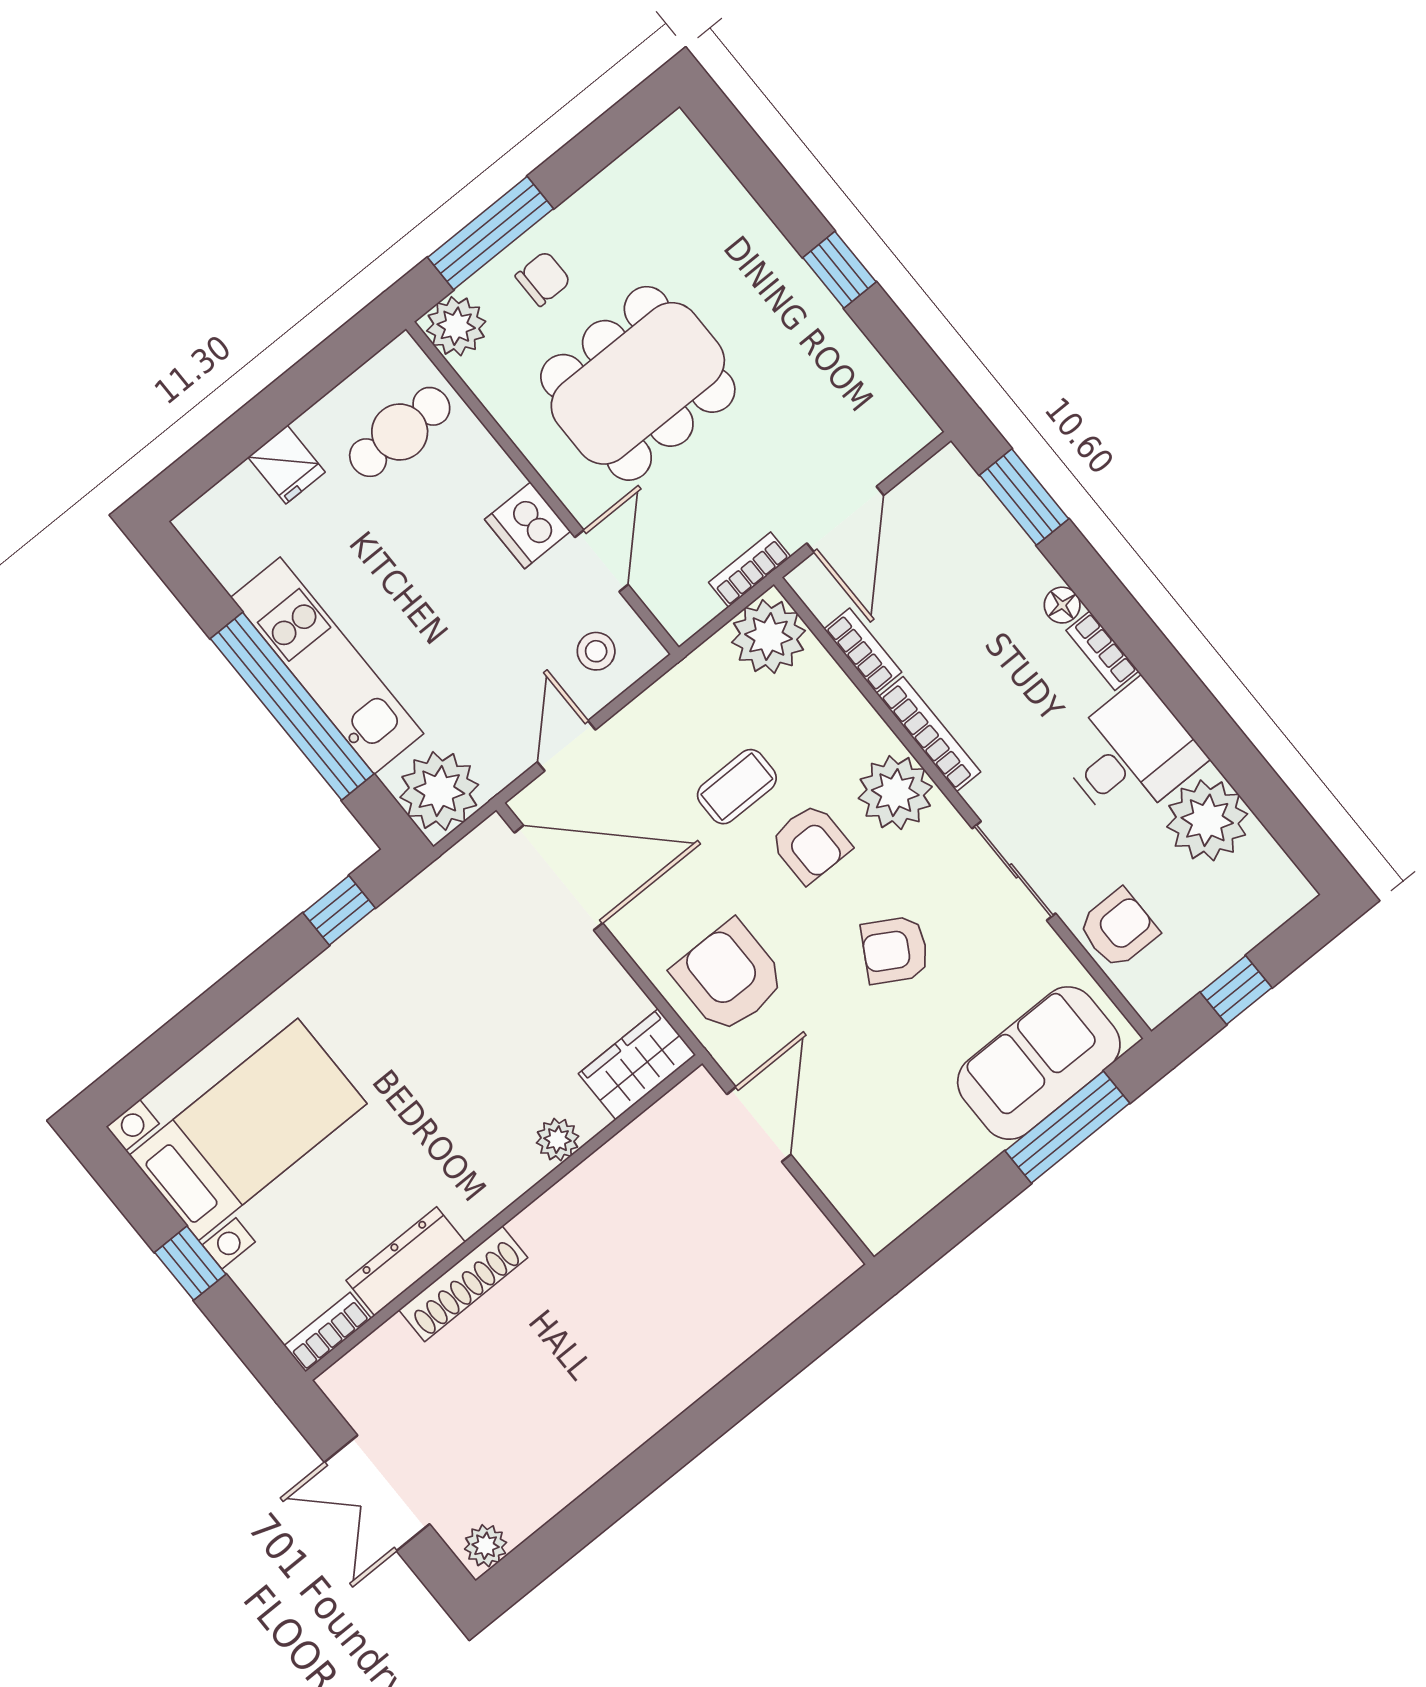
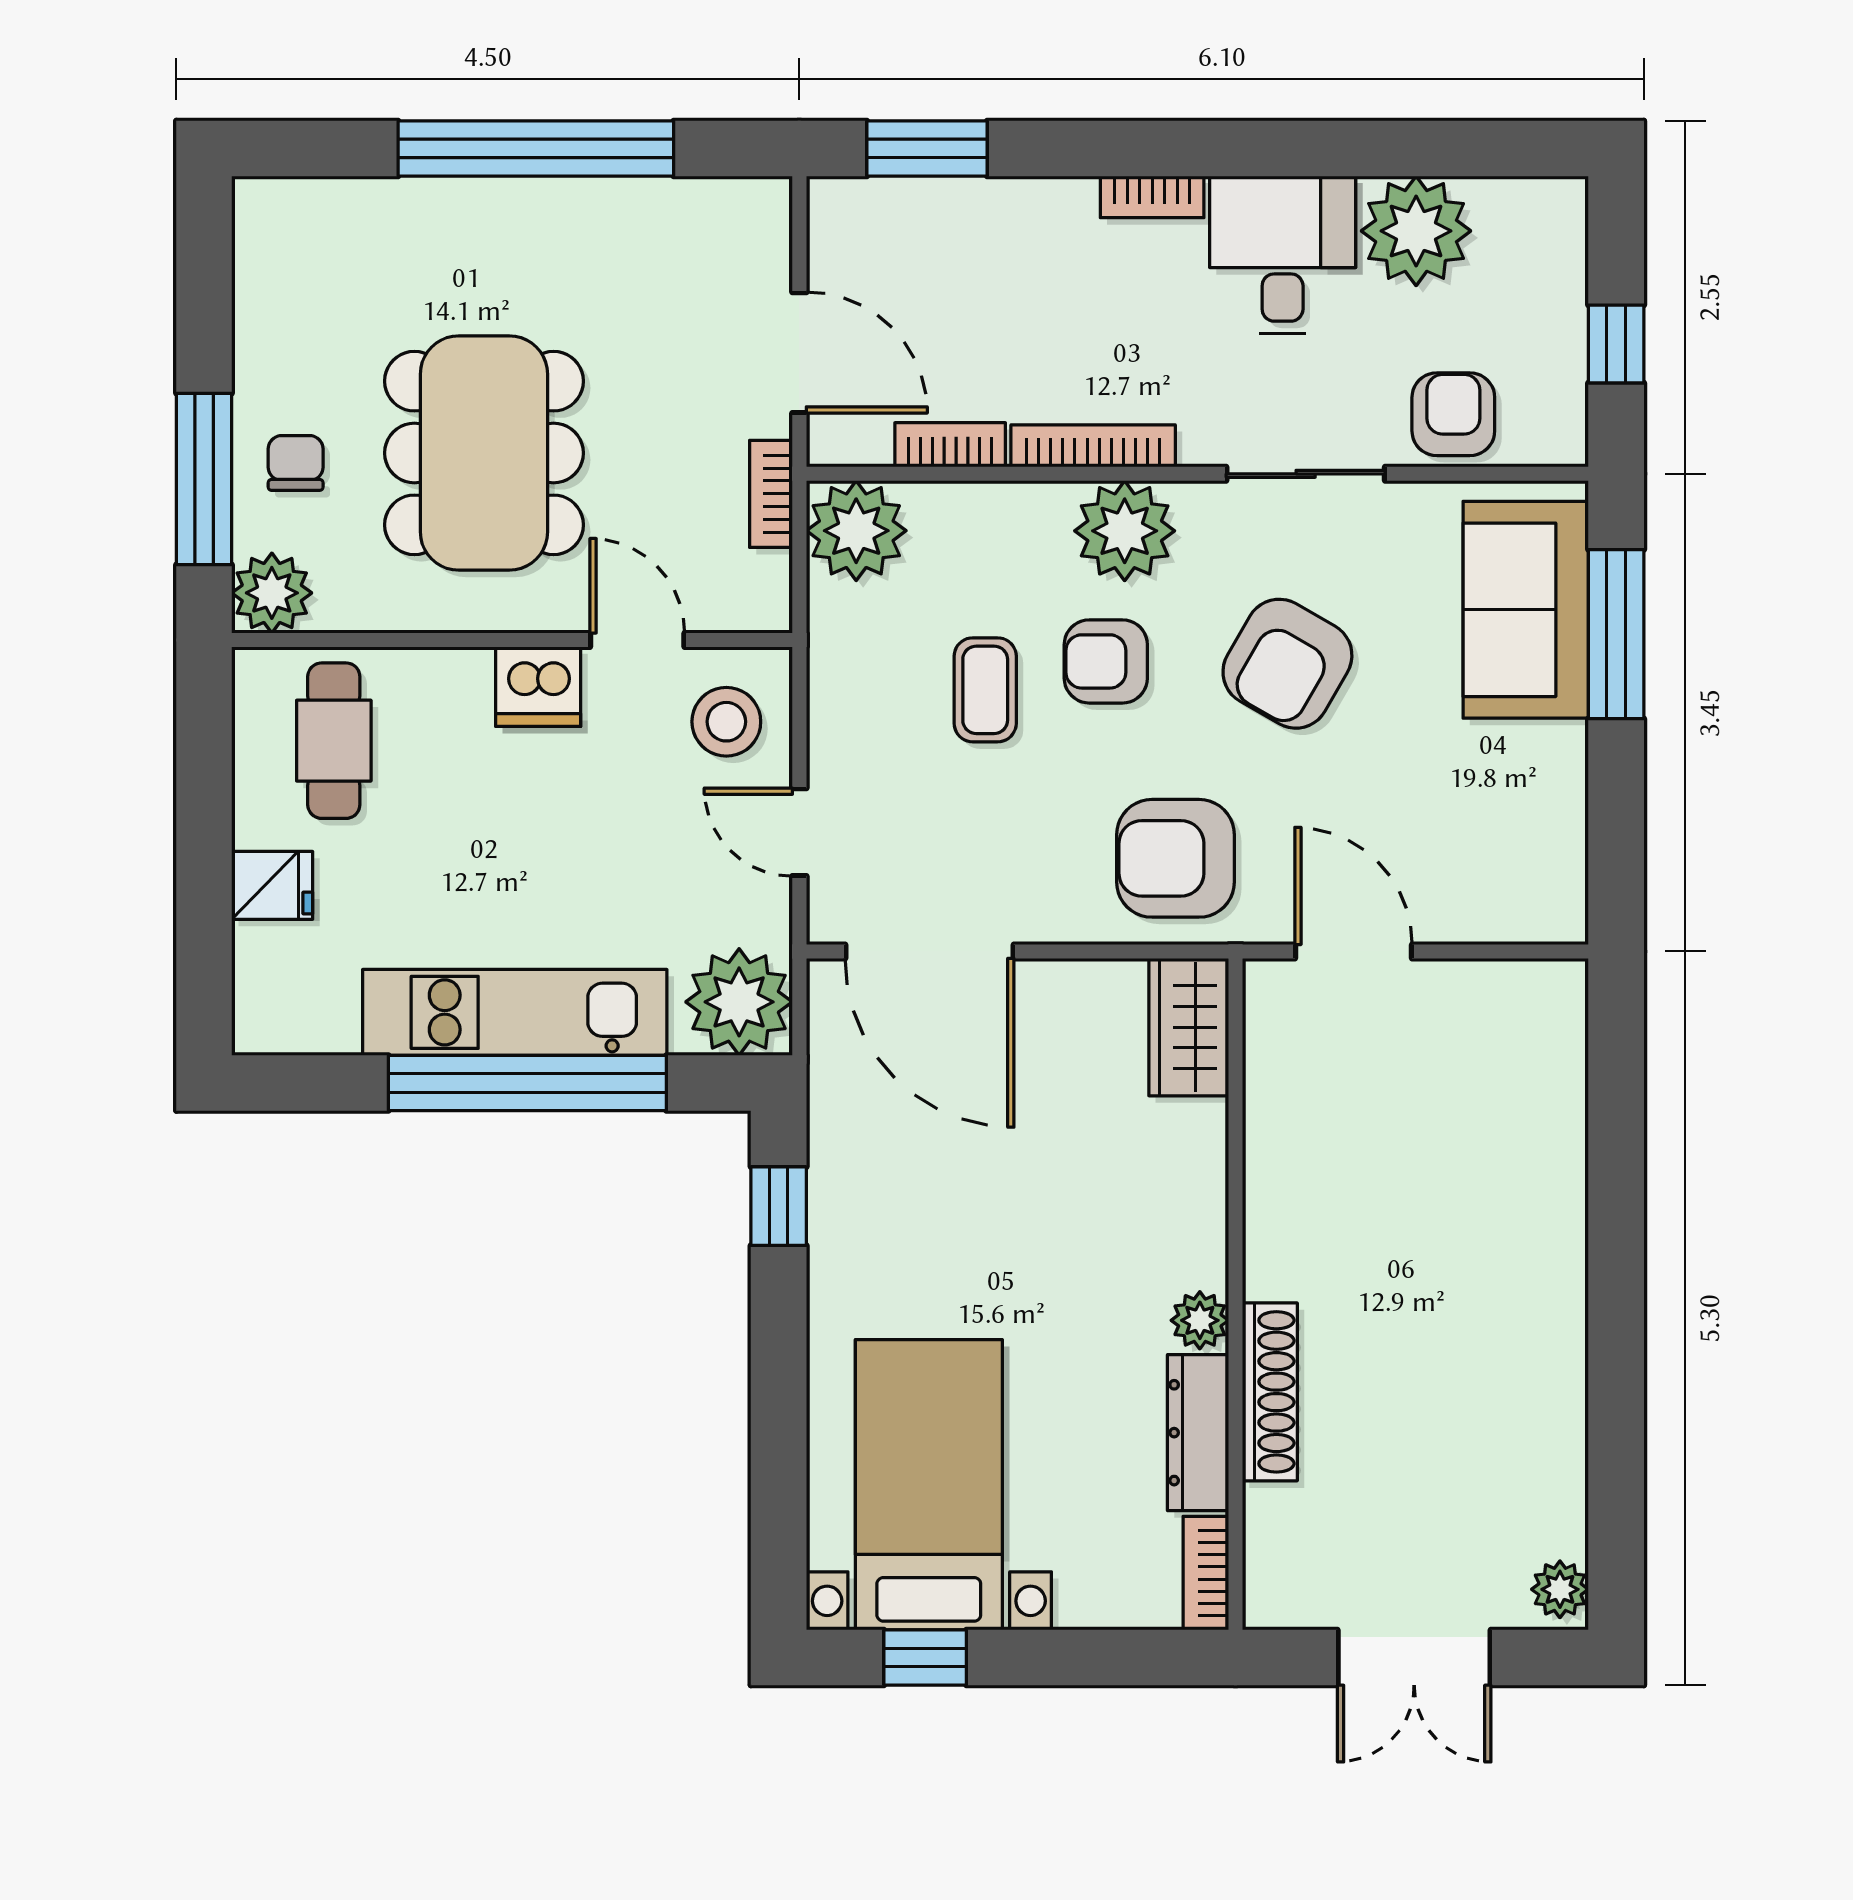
window: (839, 270) -> (536, 148), width x3.17
floor lamp: (1062, 605) -> (1071, 200), removed
stool: (596, 651) -> (726, 722), width x1.37, depth x1.37
armchair: (810, 843) -> (1106, 661), turned 180
door: (559, 878) -> (929, 951), swing flipped
armchair: (895, 950) -> (1287, 664), width x1.38, depth x1.38
plant: (558, 1140) -> (1200, 1320), moved
window: (190, 1263) -> (925, 1658), moved

